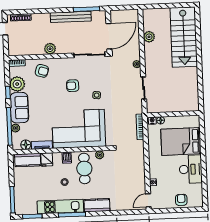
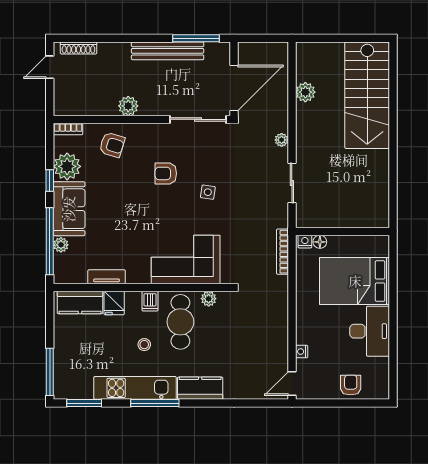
corner sofa: (79, 129) -> (186, 259), width x0.73, depth x0.74
floor lamp: (26, 145) -> (78, 275), removed

